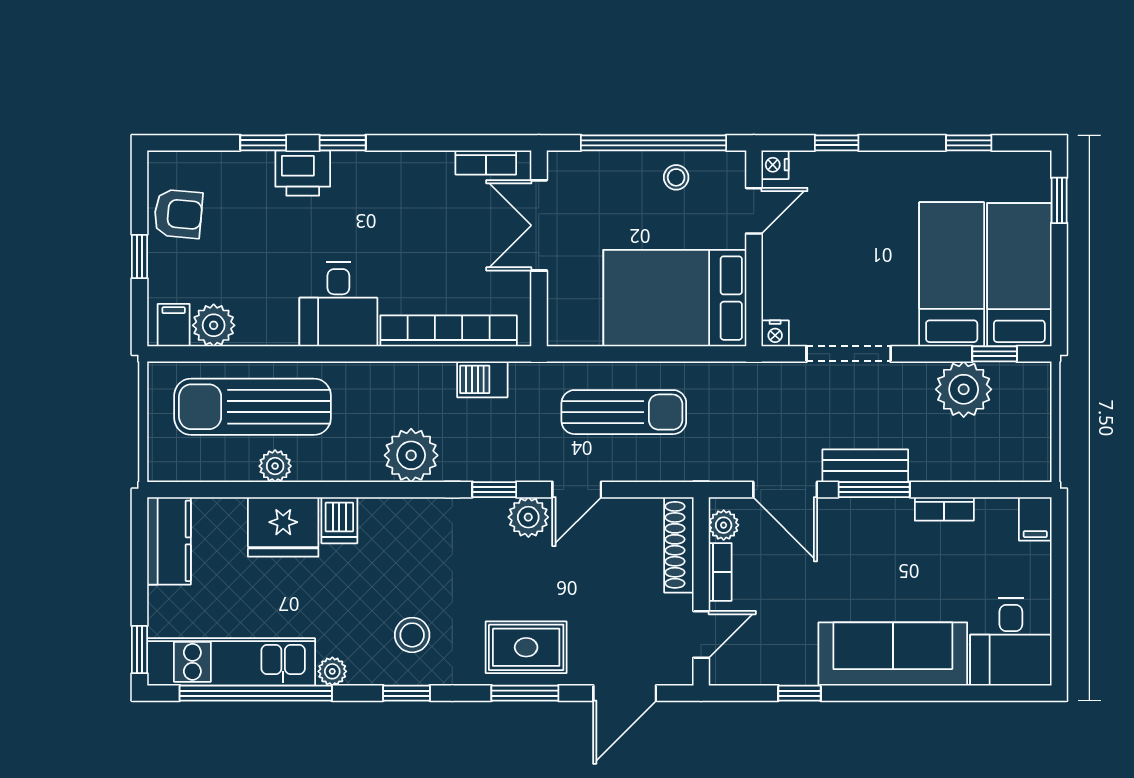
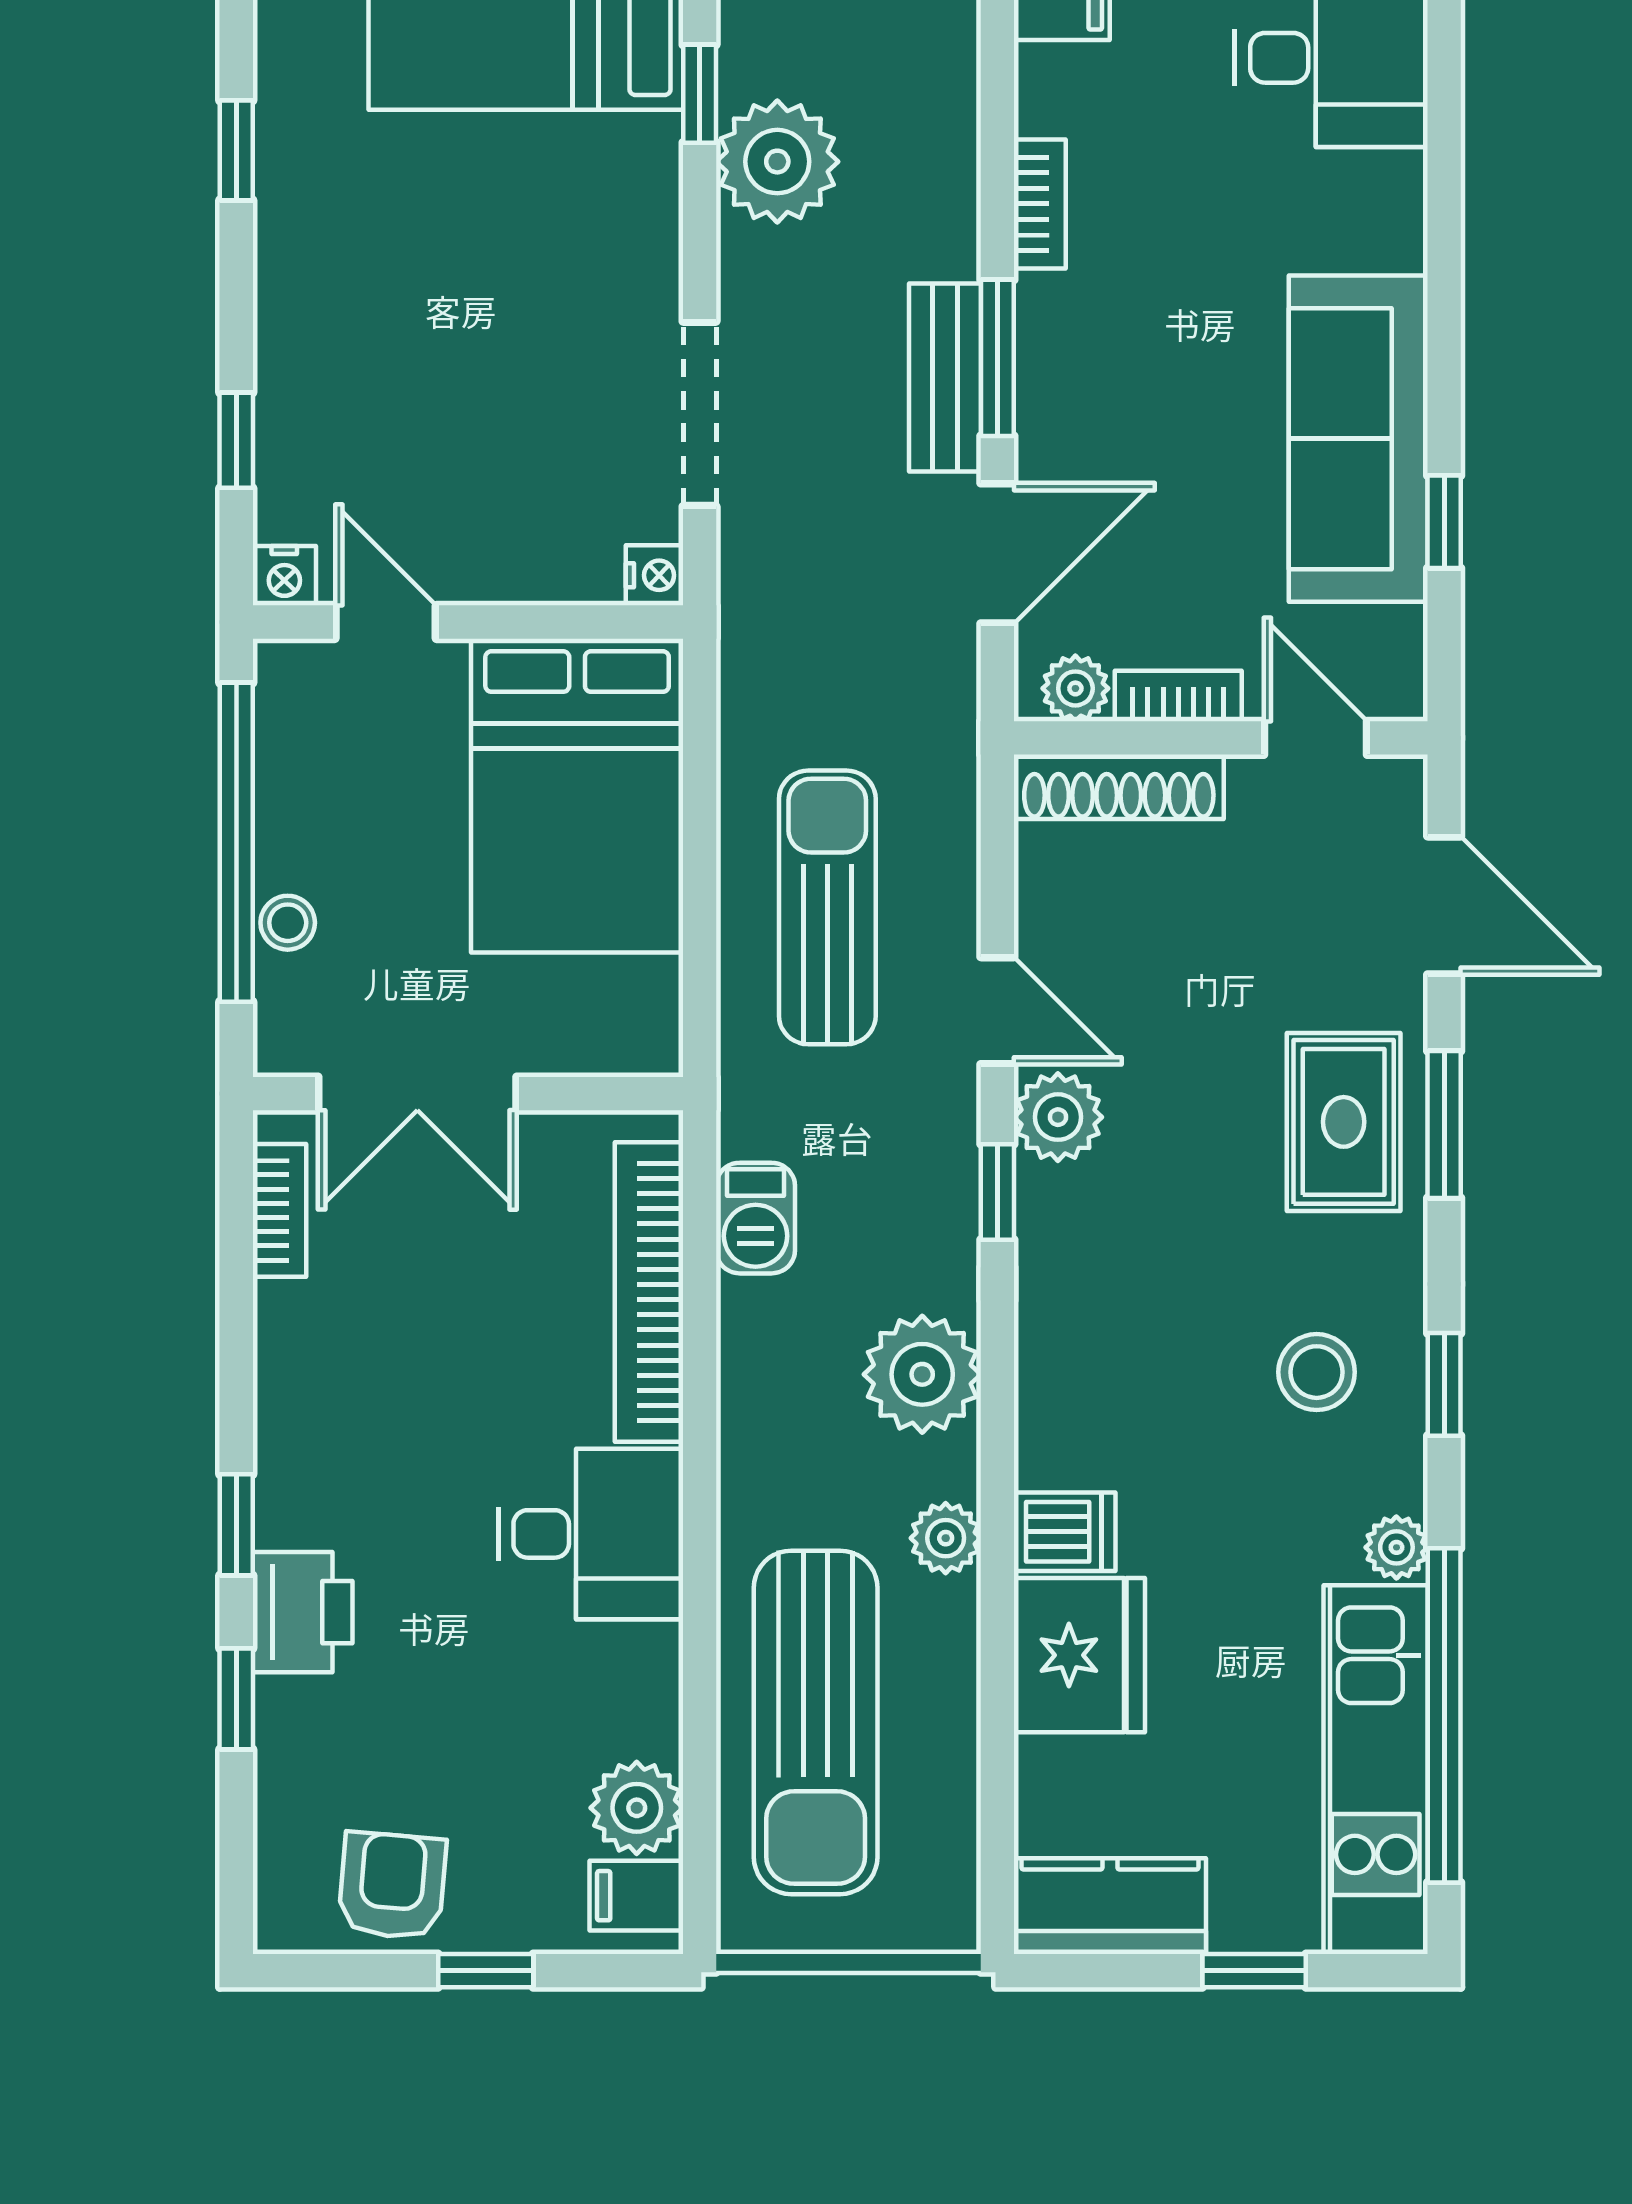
stool: (676, 177) -> (288, 923), moved
bed: (952, 274) -> (525, 188), removed
plant: (275, 466) -> (946, 1538), moved
window: (139, 650) -> (1254, 1971), moved
sofa: (893, 654) -> (1358, 439), moved

